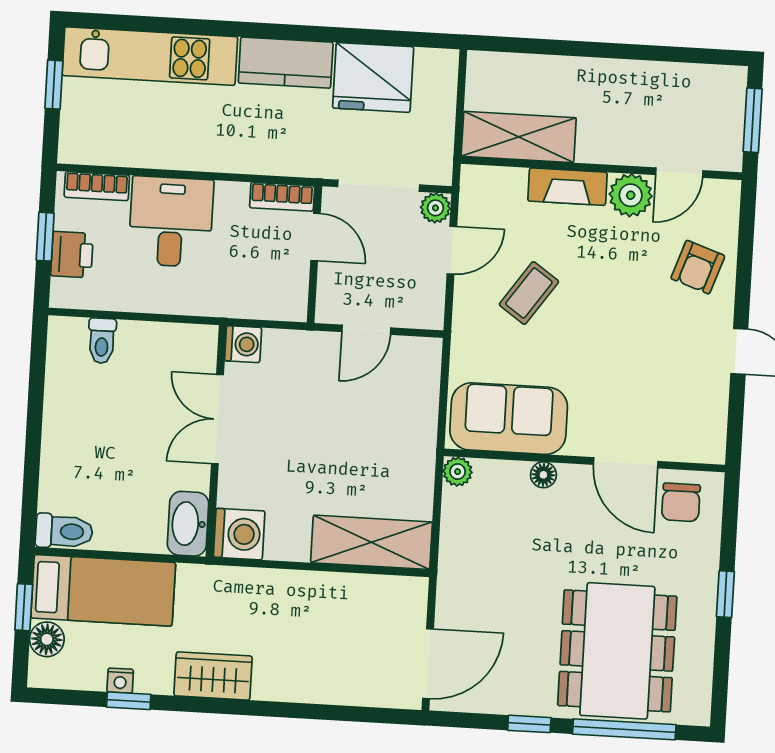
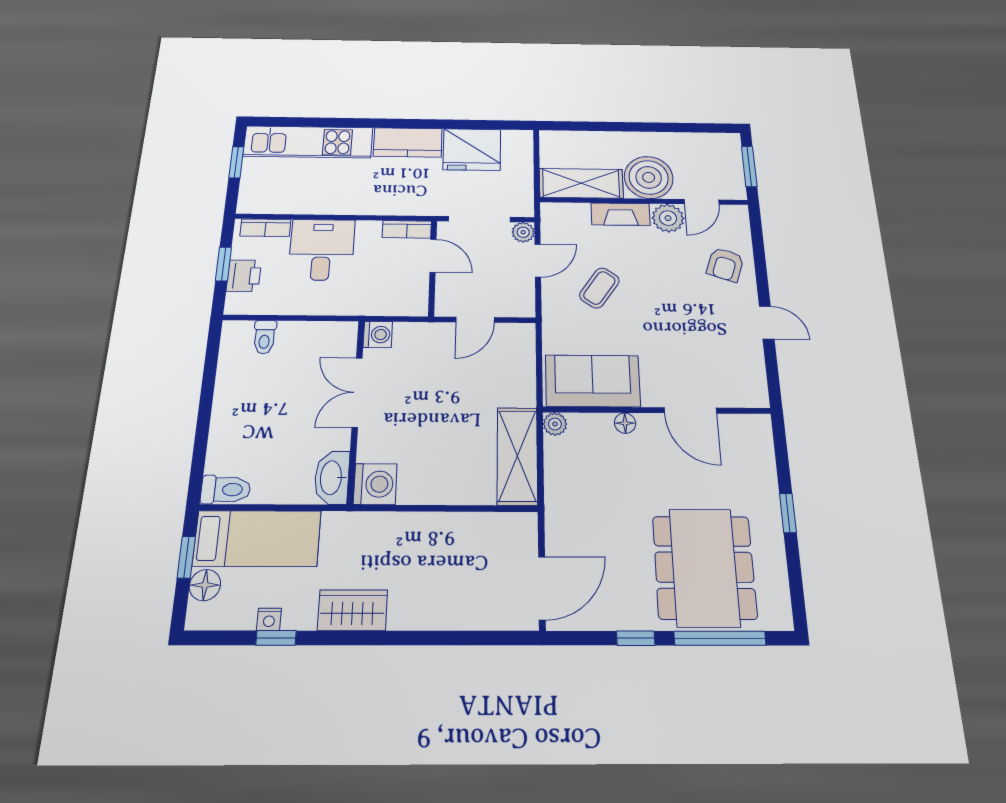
boiler: (612, 132) -> (649, 177), added
chair: (681, 502) -> (739, 439), removed
shelving: (371, 542) -> (517, 456), moved, turned 90

